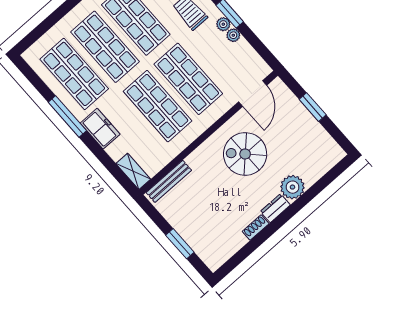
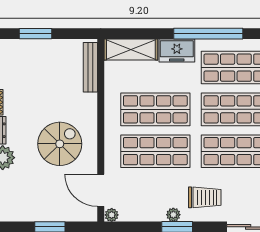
plant: (233, 35) -> (112, 215), moved
window: (67, 116) -> (208, 34), width x1.46
shelving: (133, 171) -> (131, 50), width x1.50, depth x1.33

